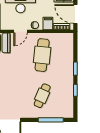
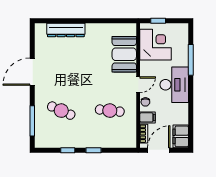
door: (20, 31) -> (138, 85), swing flipped
cafe table: (42, 55) -> (110, 111), width x0.73, depth x0.74

